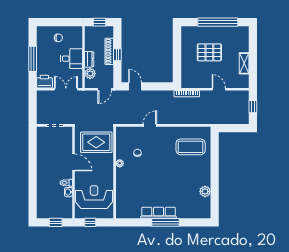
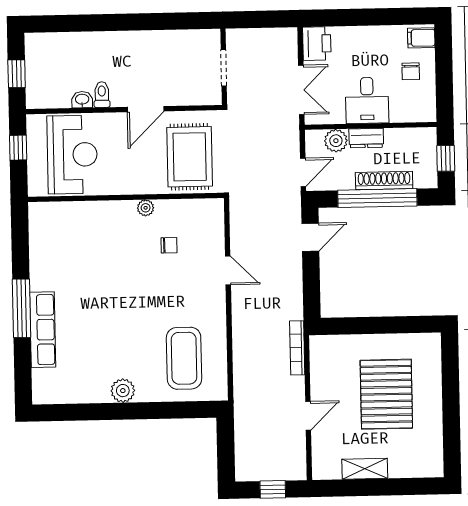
window: (218, 22) -> (451, 411), removed
filing cabinet: (43, 33) -> (421, 38), added
pallet: (209, 52) -> (386, 394), width x1.37, depth x1.41
window: (117, 55) -> (377, 198), width x3.17
window: (33, 59) -> (365, 17), removed
door: (105, 89) -> (303, 172), swing flipped
plant: (205, 191) -> (123, 391), moved
row of seats: (159, 213) -> (43, 330), moved

